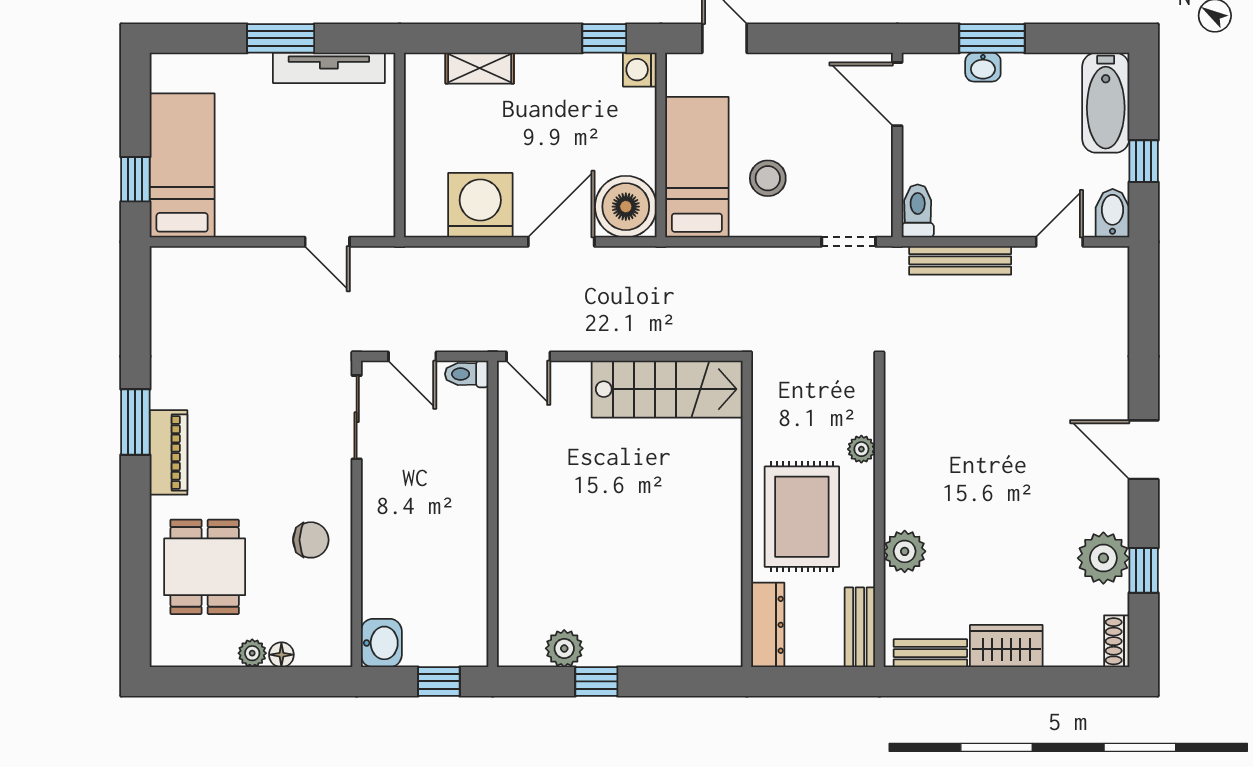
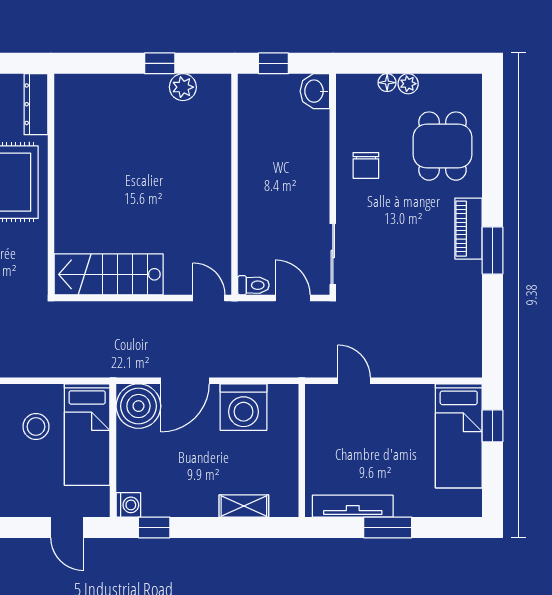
chair: (311, 540) -> (366, 165), turned -90

